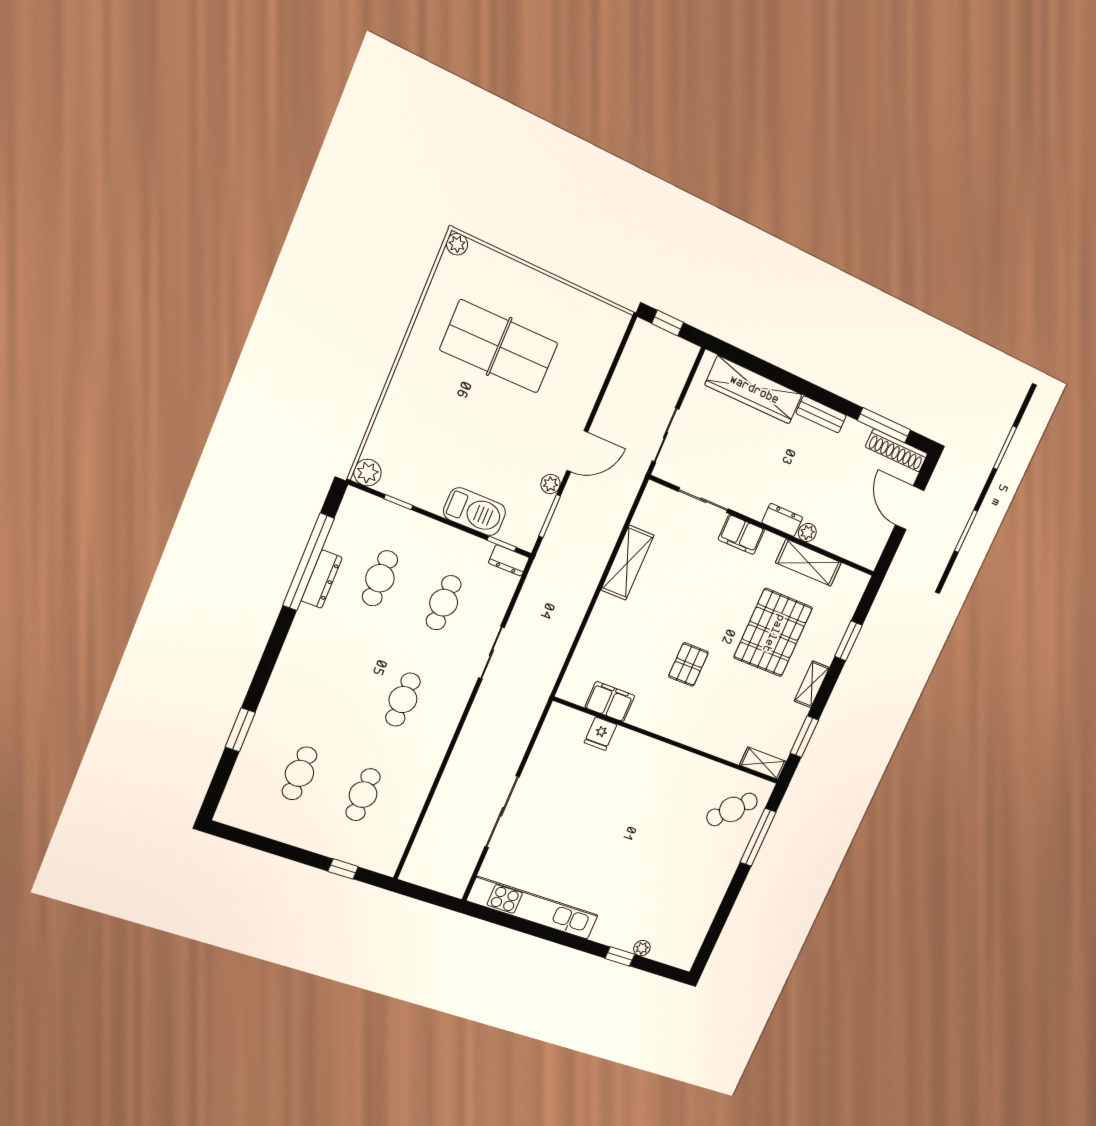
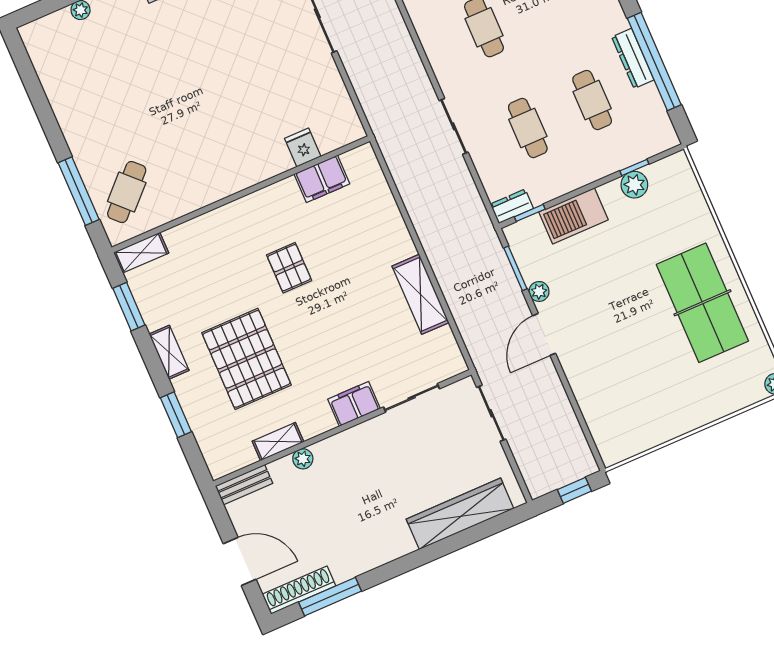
table tennis table: (499, 347) -> (702, 303), moved, turned 90
bench: (821, 414) -> (244, 485), moved
plant: (367, 473) -> (634, 185), moved
dresser: (782, 520) -> (333, 447), removed
shelving: (808, 563) -> (278, 442), width x0.67, depth x0.75

